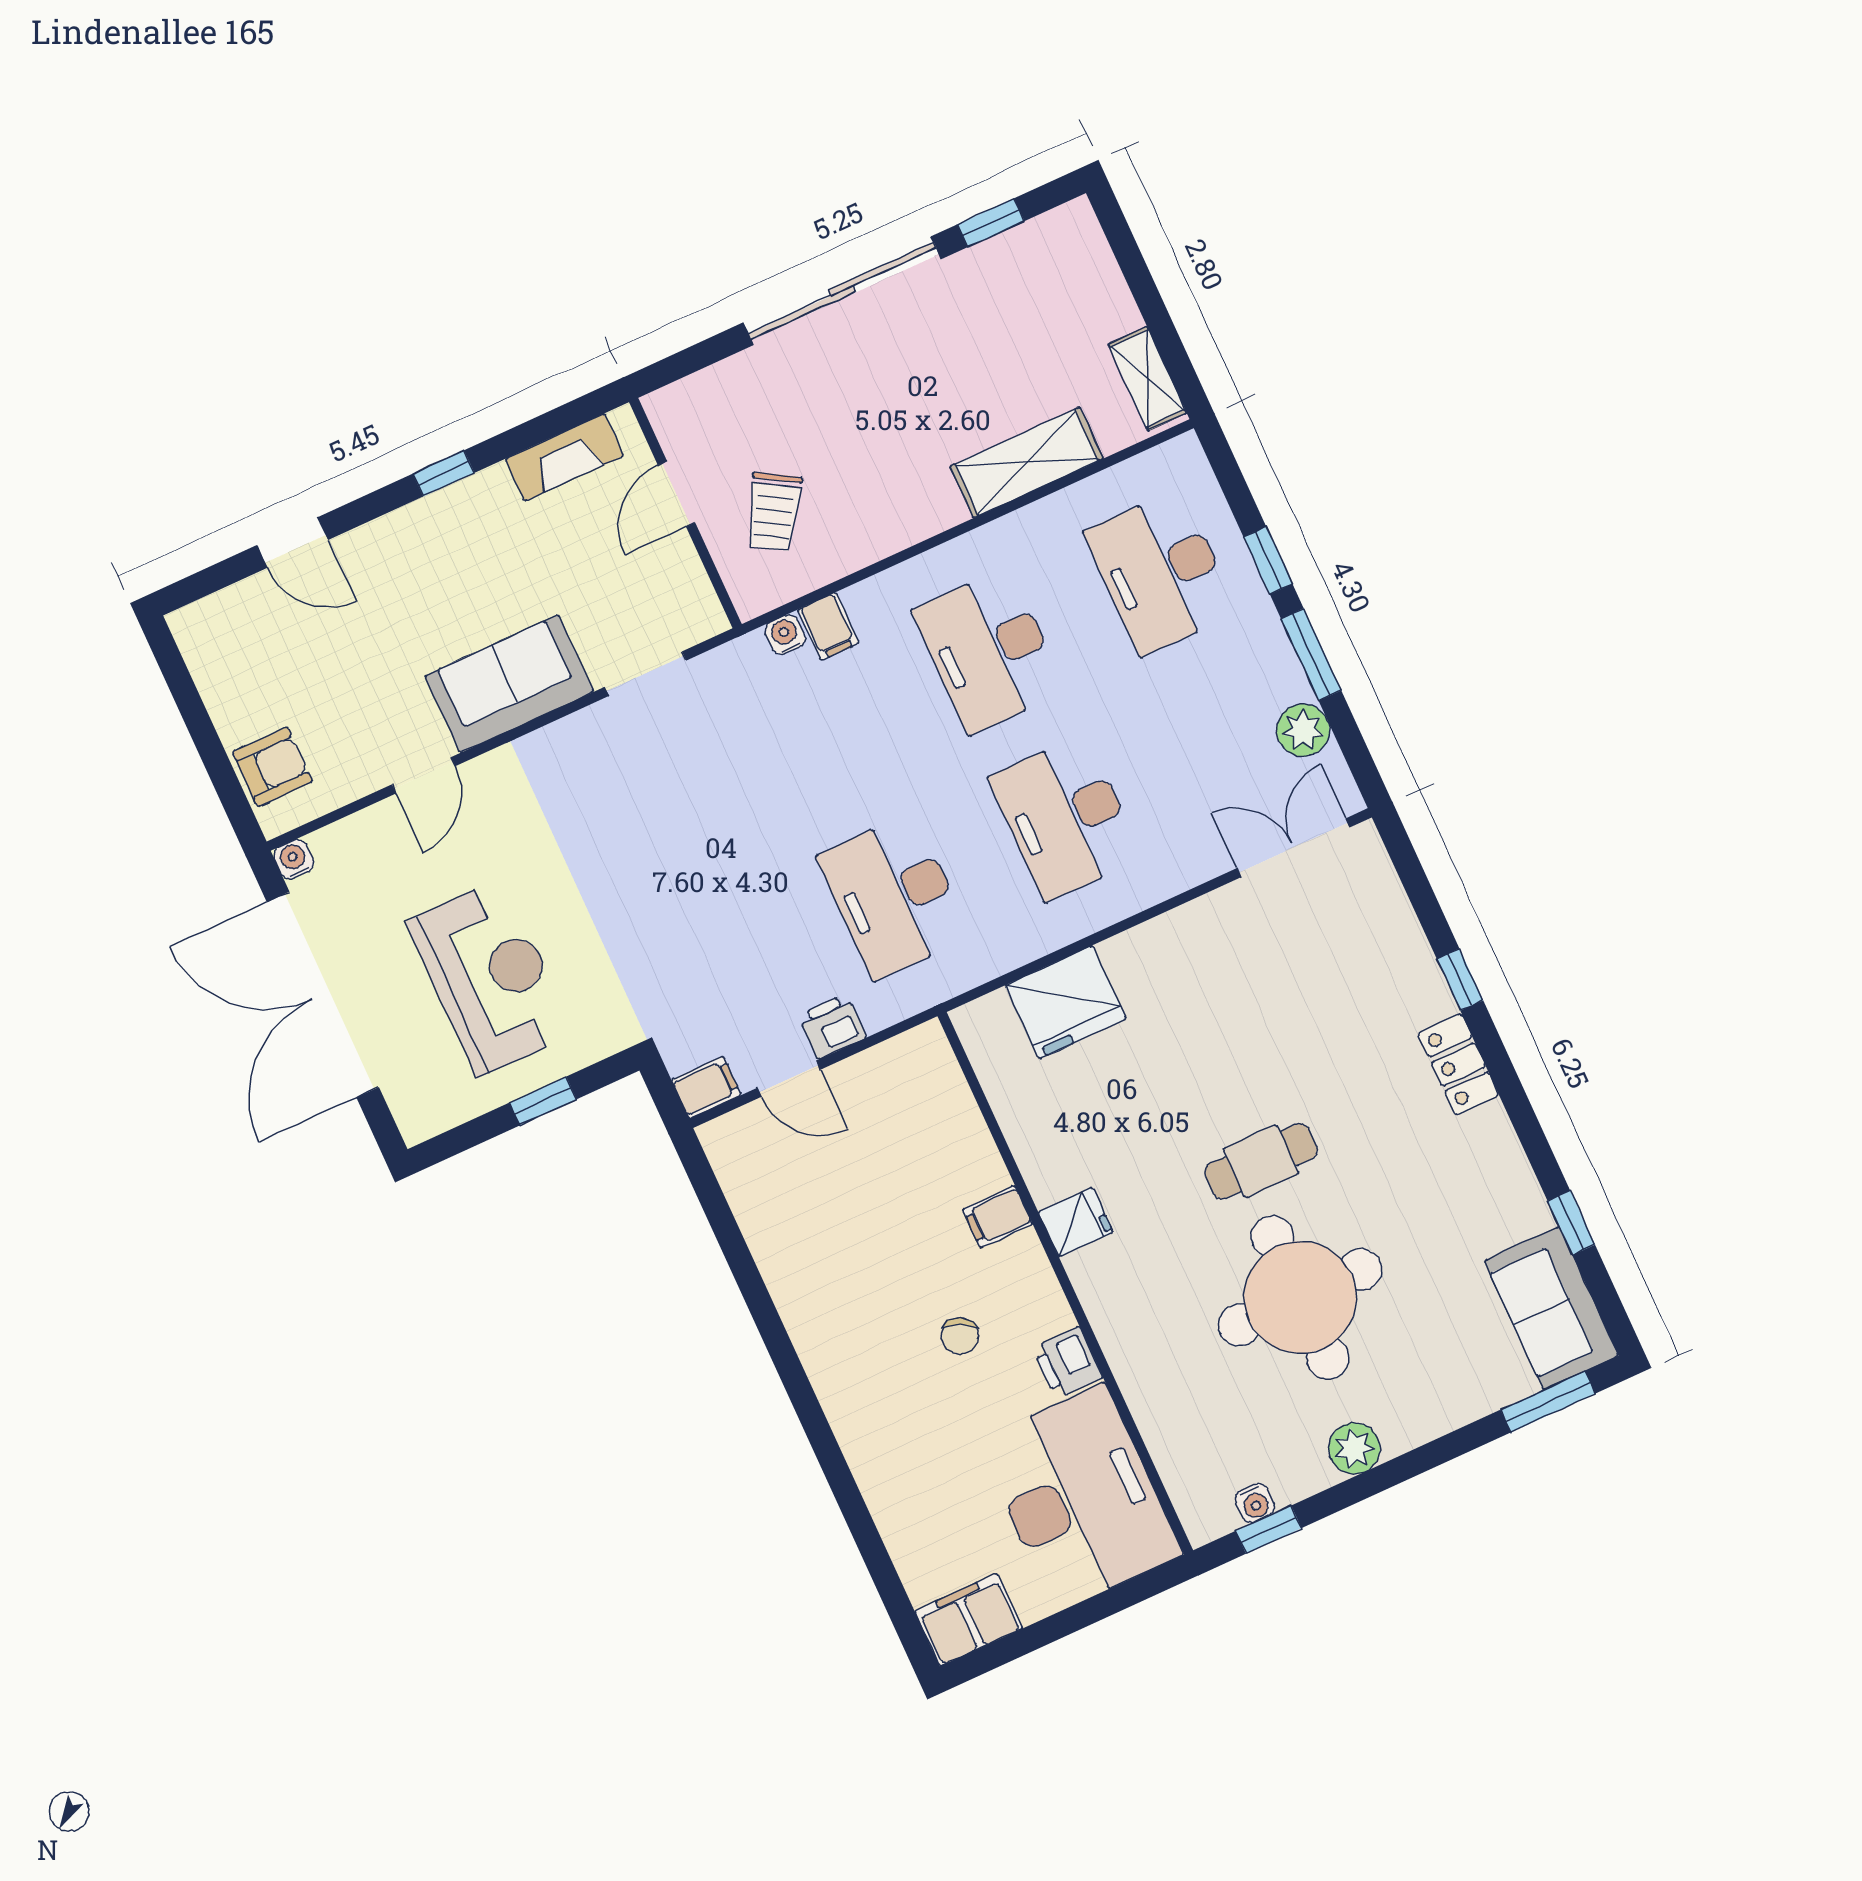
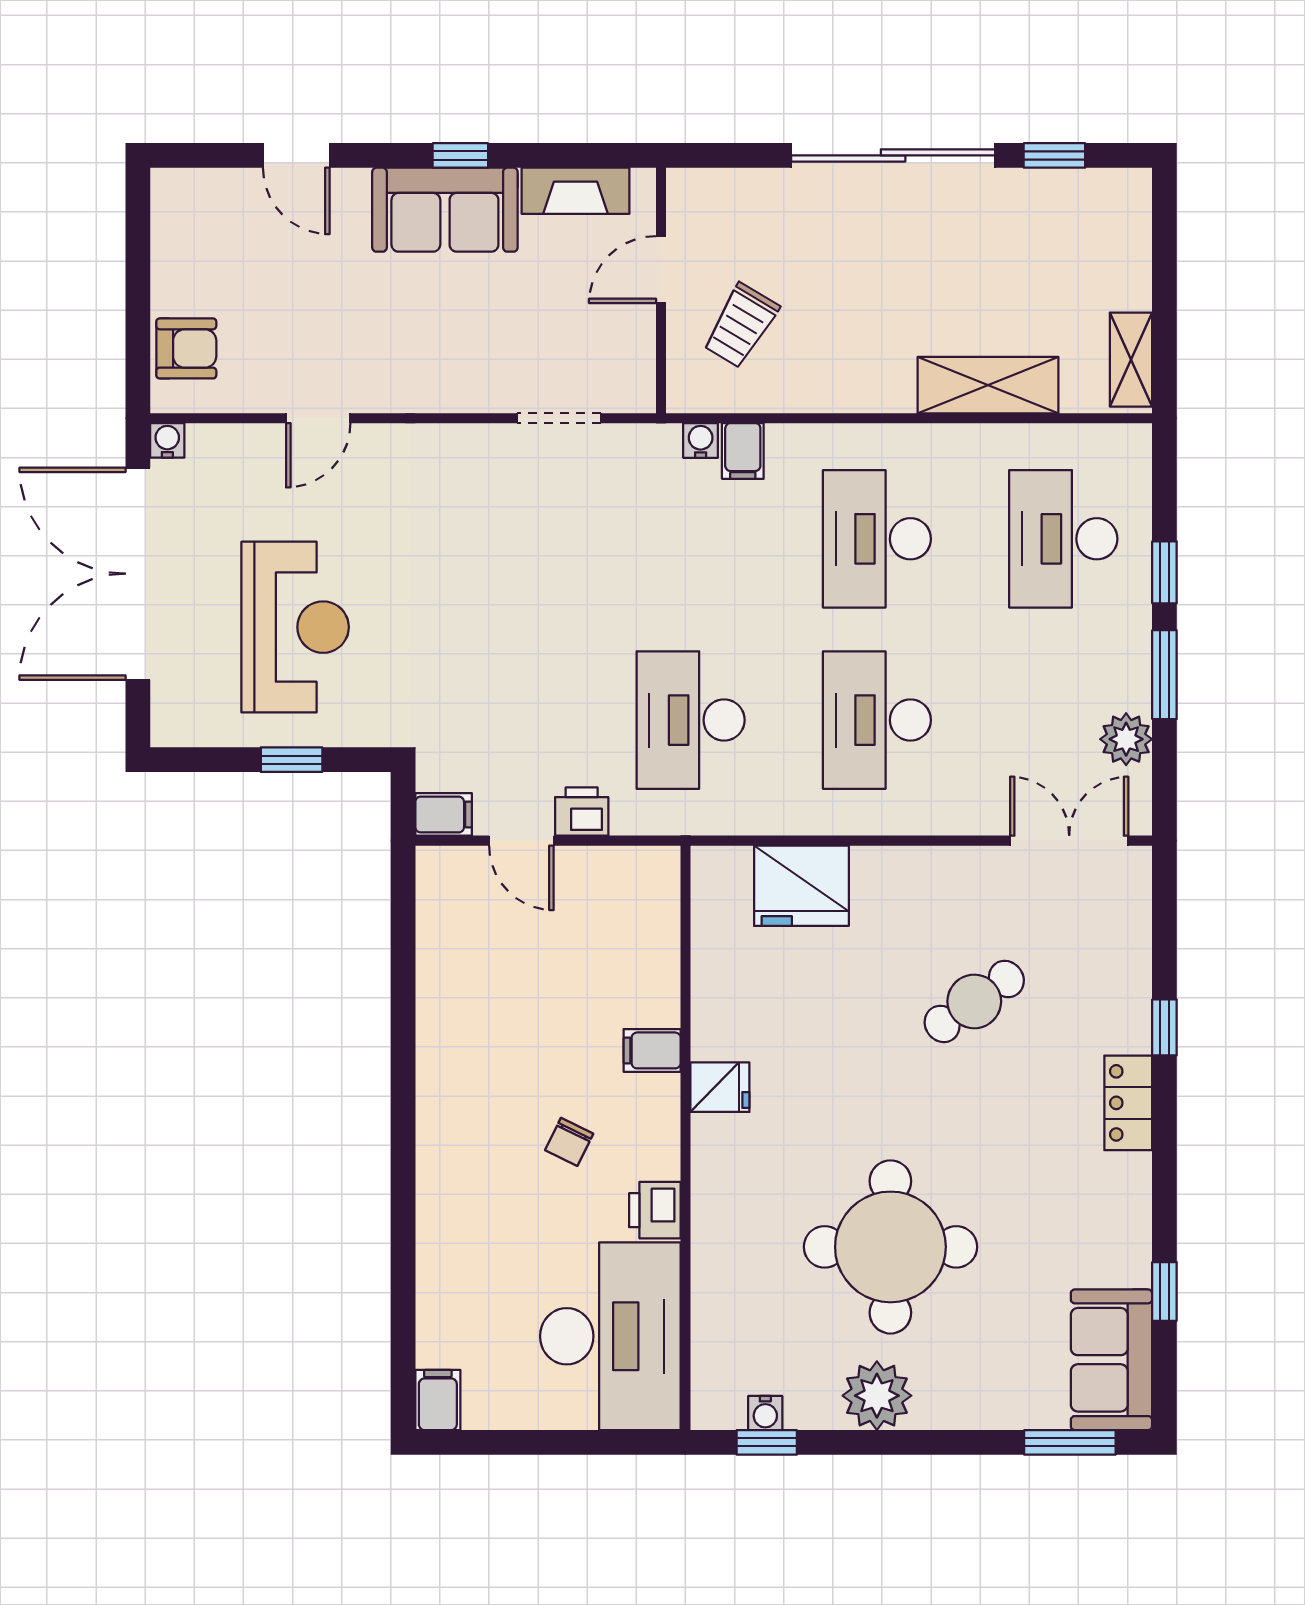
sofa: (509, 684) -> (445, 210), moved, turned 180
cafe table: (1261, 1161) -> (974, 1001), moved, turned -35
plant: (1354, 1448) -> (877, 1396), width x1.36, depth x1.36
filing cabinet: (969, 1620) -> (438, 1400), width x0.50

